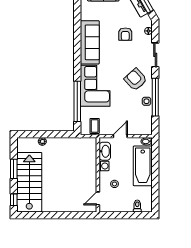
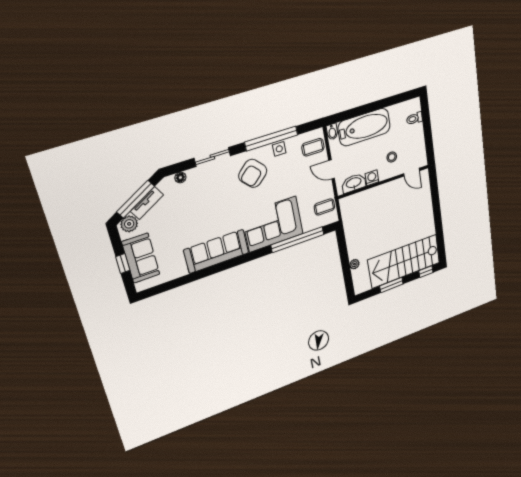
armchair: (125, 34) -> (193, 208), removed
coffee table: (140, 125) -> (313, 147), added

